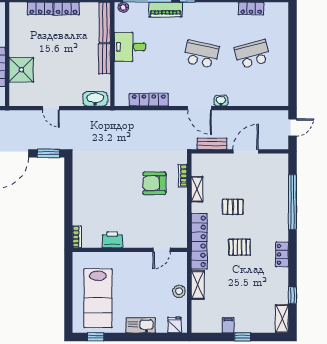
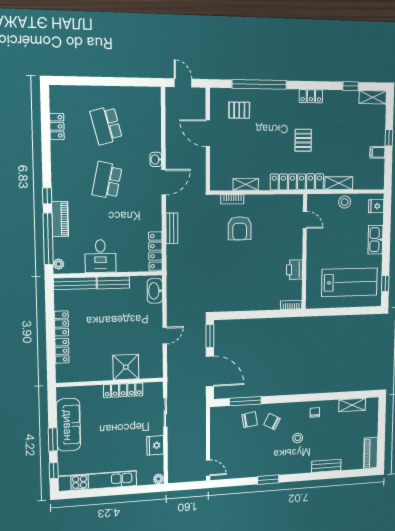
locker: (149, 100) -> (155, 251), moved
bench: (212, 144) -> (172, 228), moved
pallet: (233, 207) -> (239, 110), moved, turned 90

